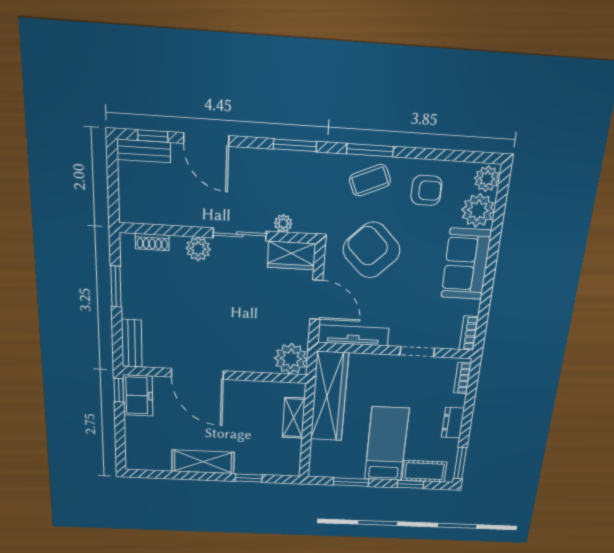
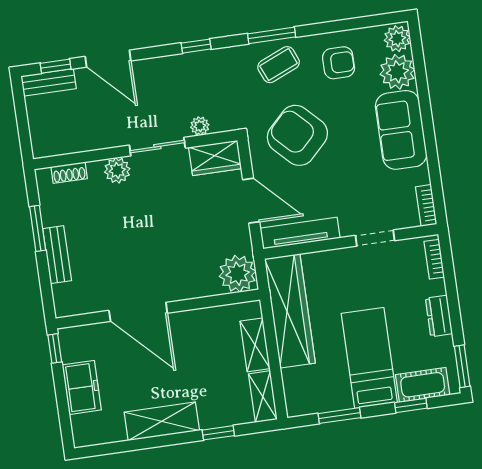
window: (295, 145) -> (196, 46), width x0.67
bench: (132, 343) -> (57, 255), moved
freezer: (138, 396) -> (82, 387), moved
shelving: (291, 458) -> (263, 397), added

